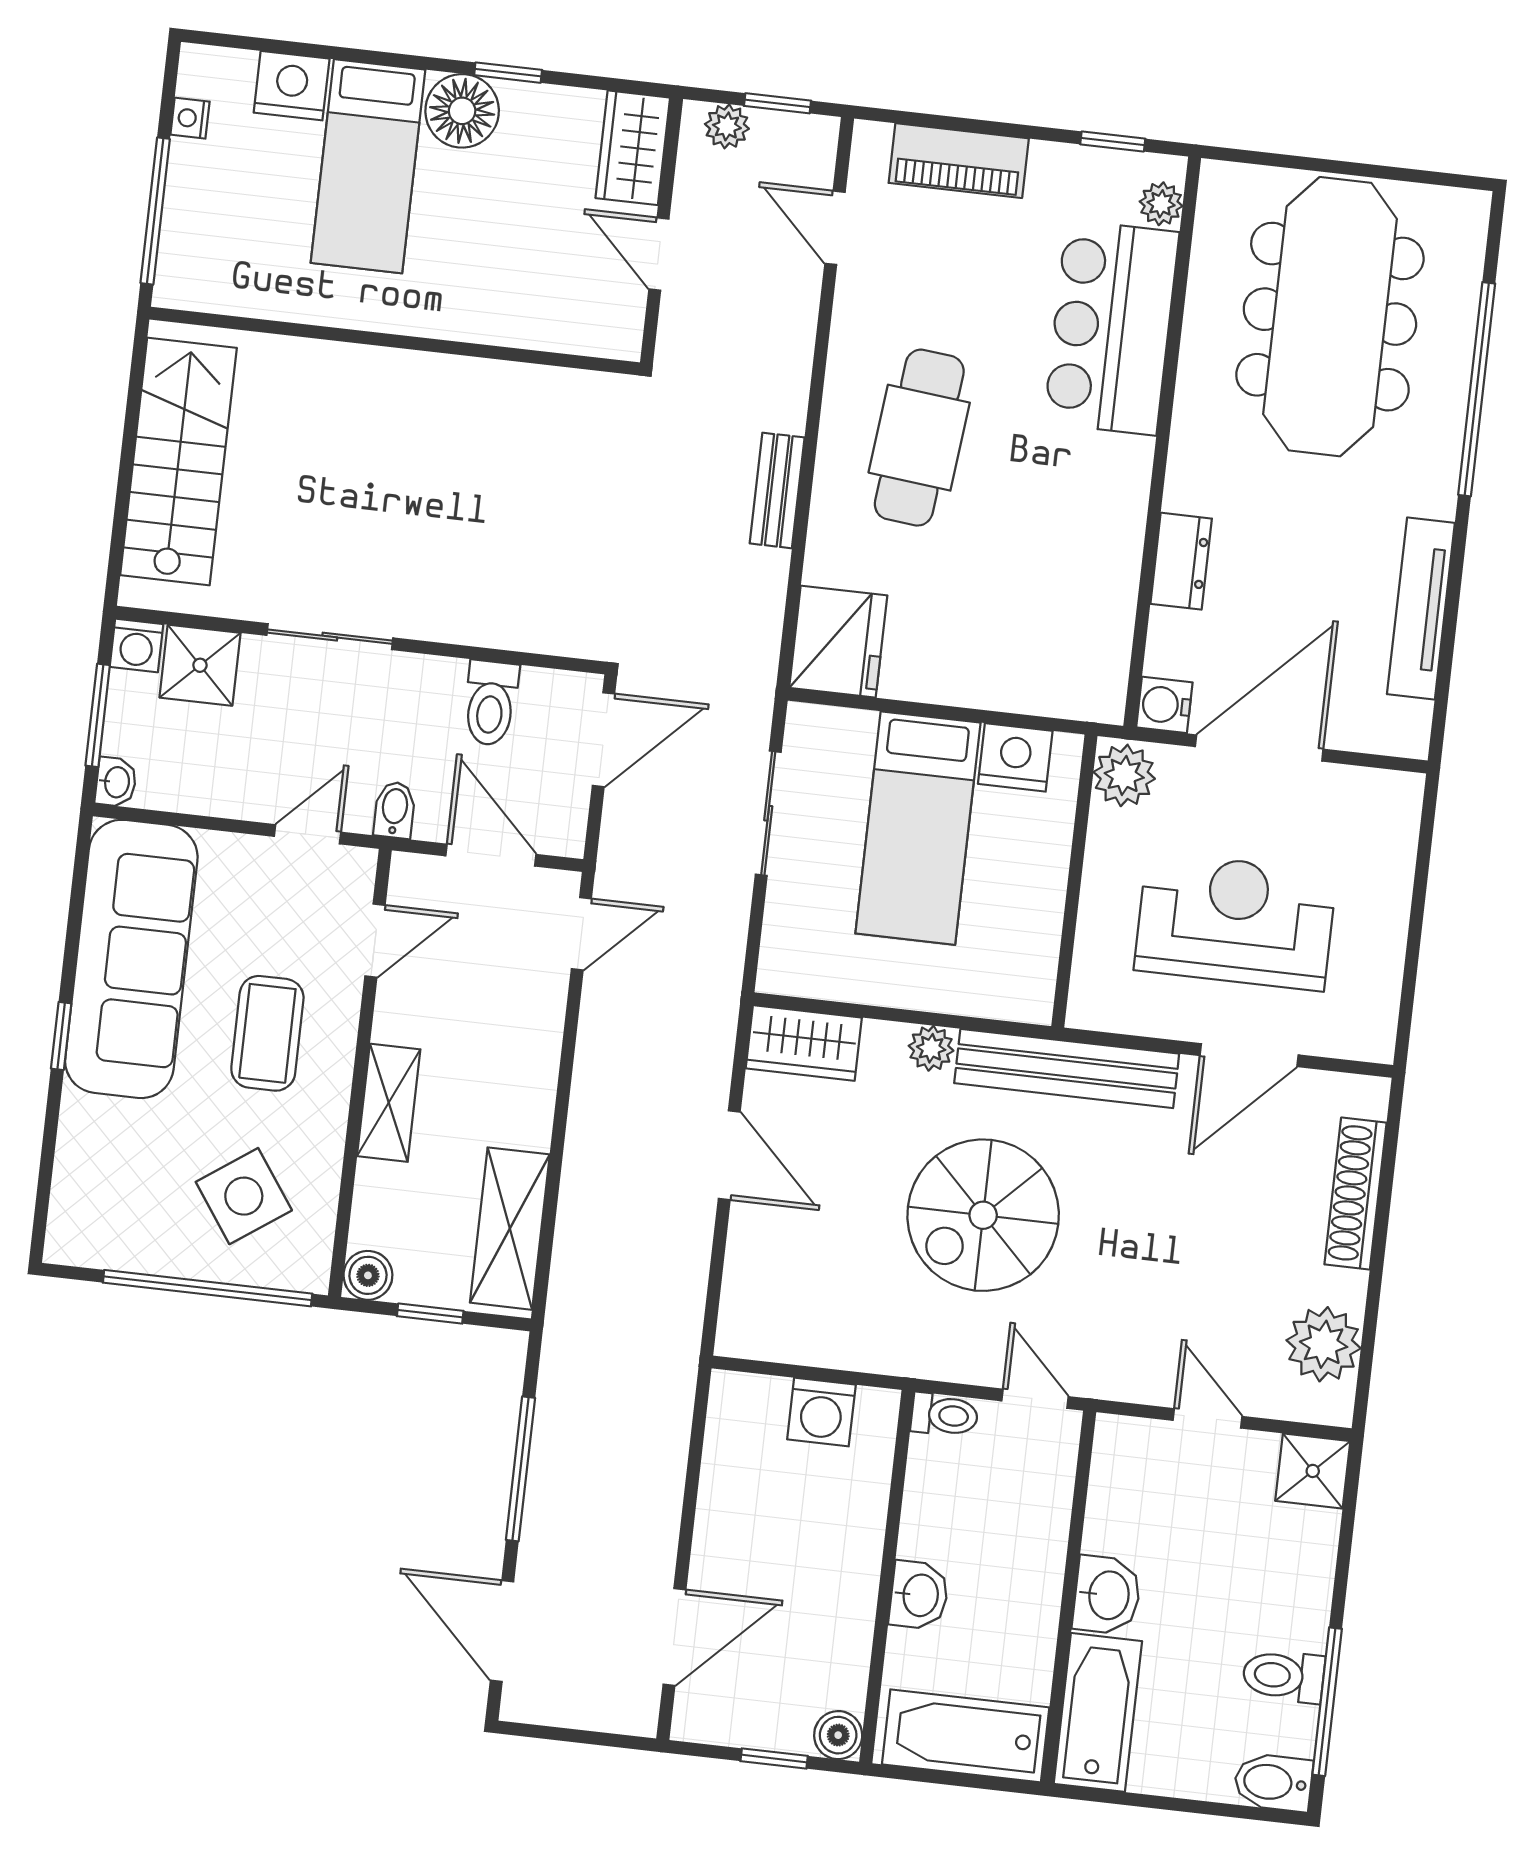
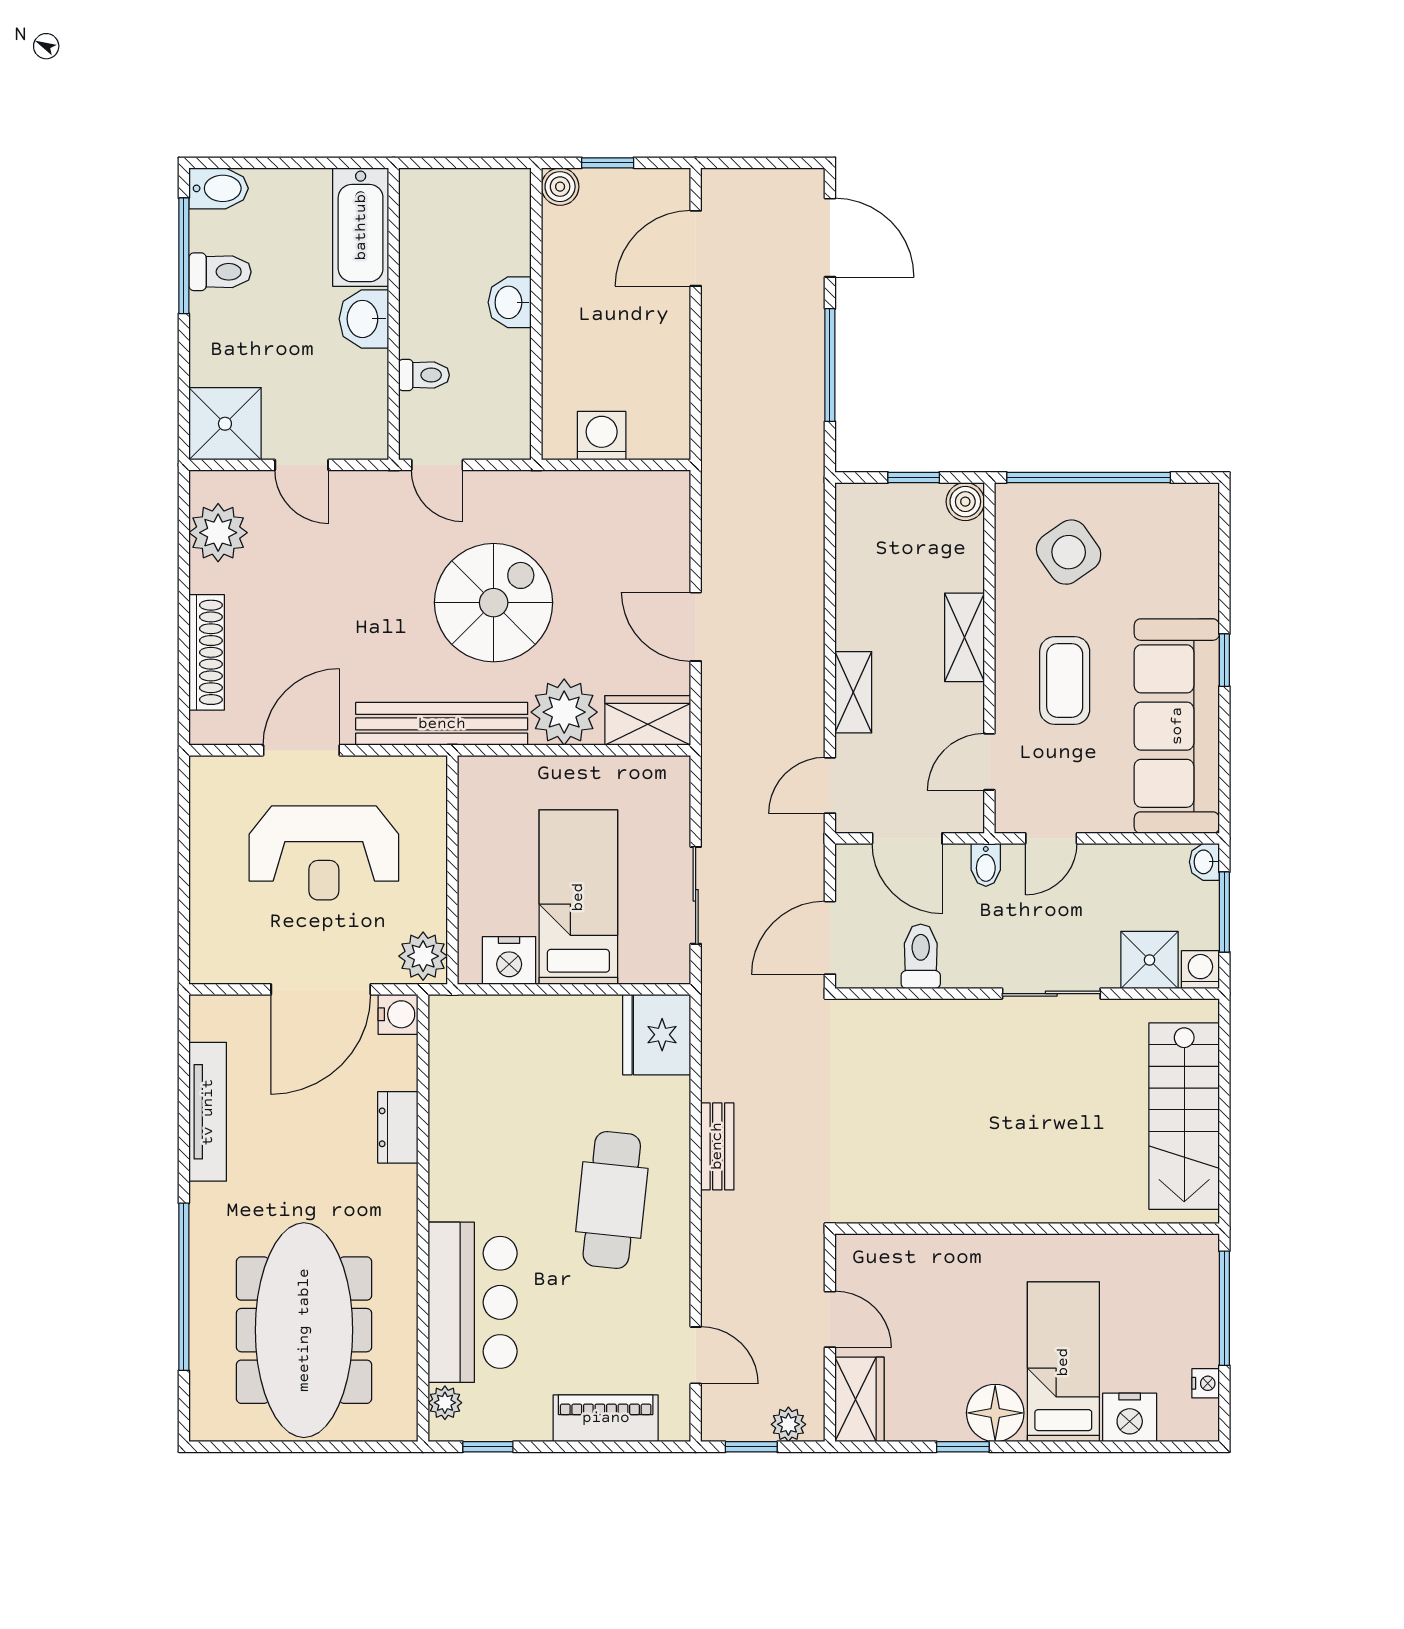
plant: (931, 1048) -> (564, 712), width x1.87, depth x1.87
shelving: (510, 1229) -> (853, 692), moved, width x0.67, depth x0.75
toilet: (945, 1415) -> (424, 375), moved, turned 180
shower: (1313, 1471) -> (225, 424), width x1.36, depth x1.36
bathtub: (966, 1736) -> (461, 197), removed

